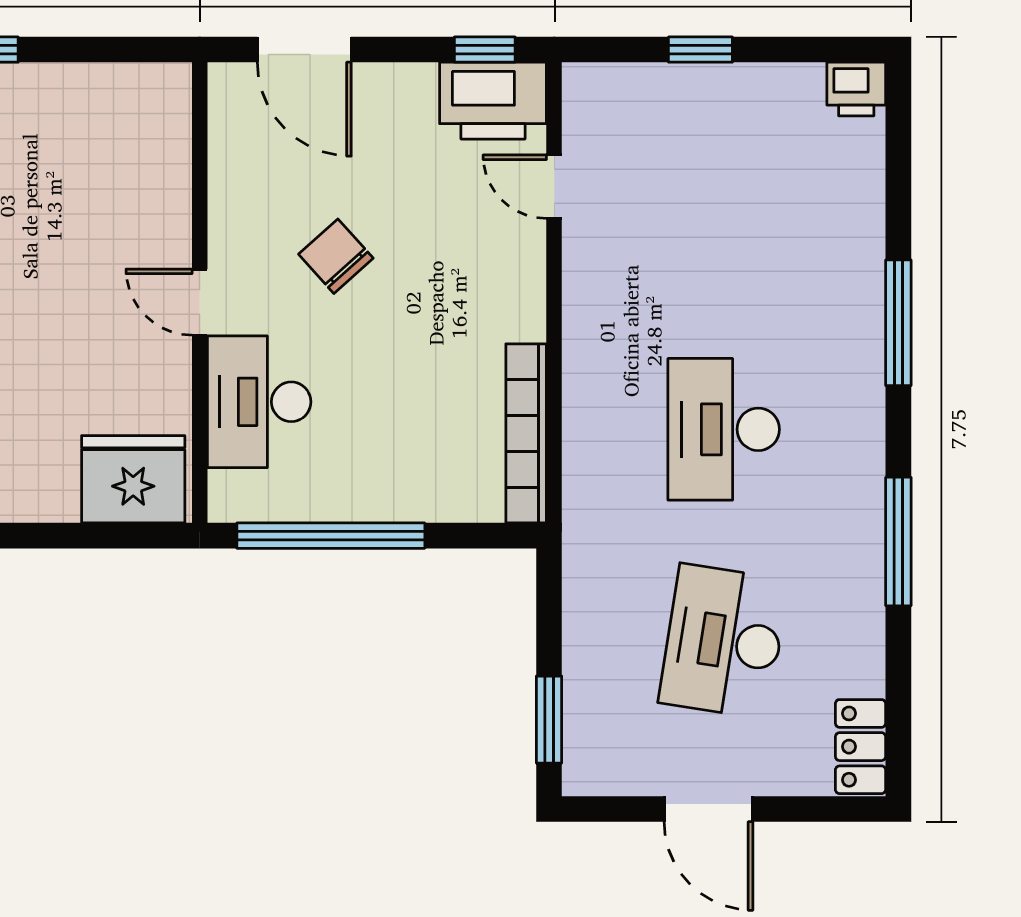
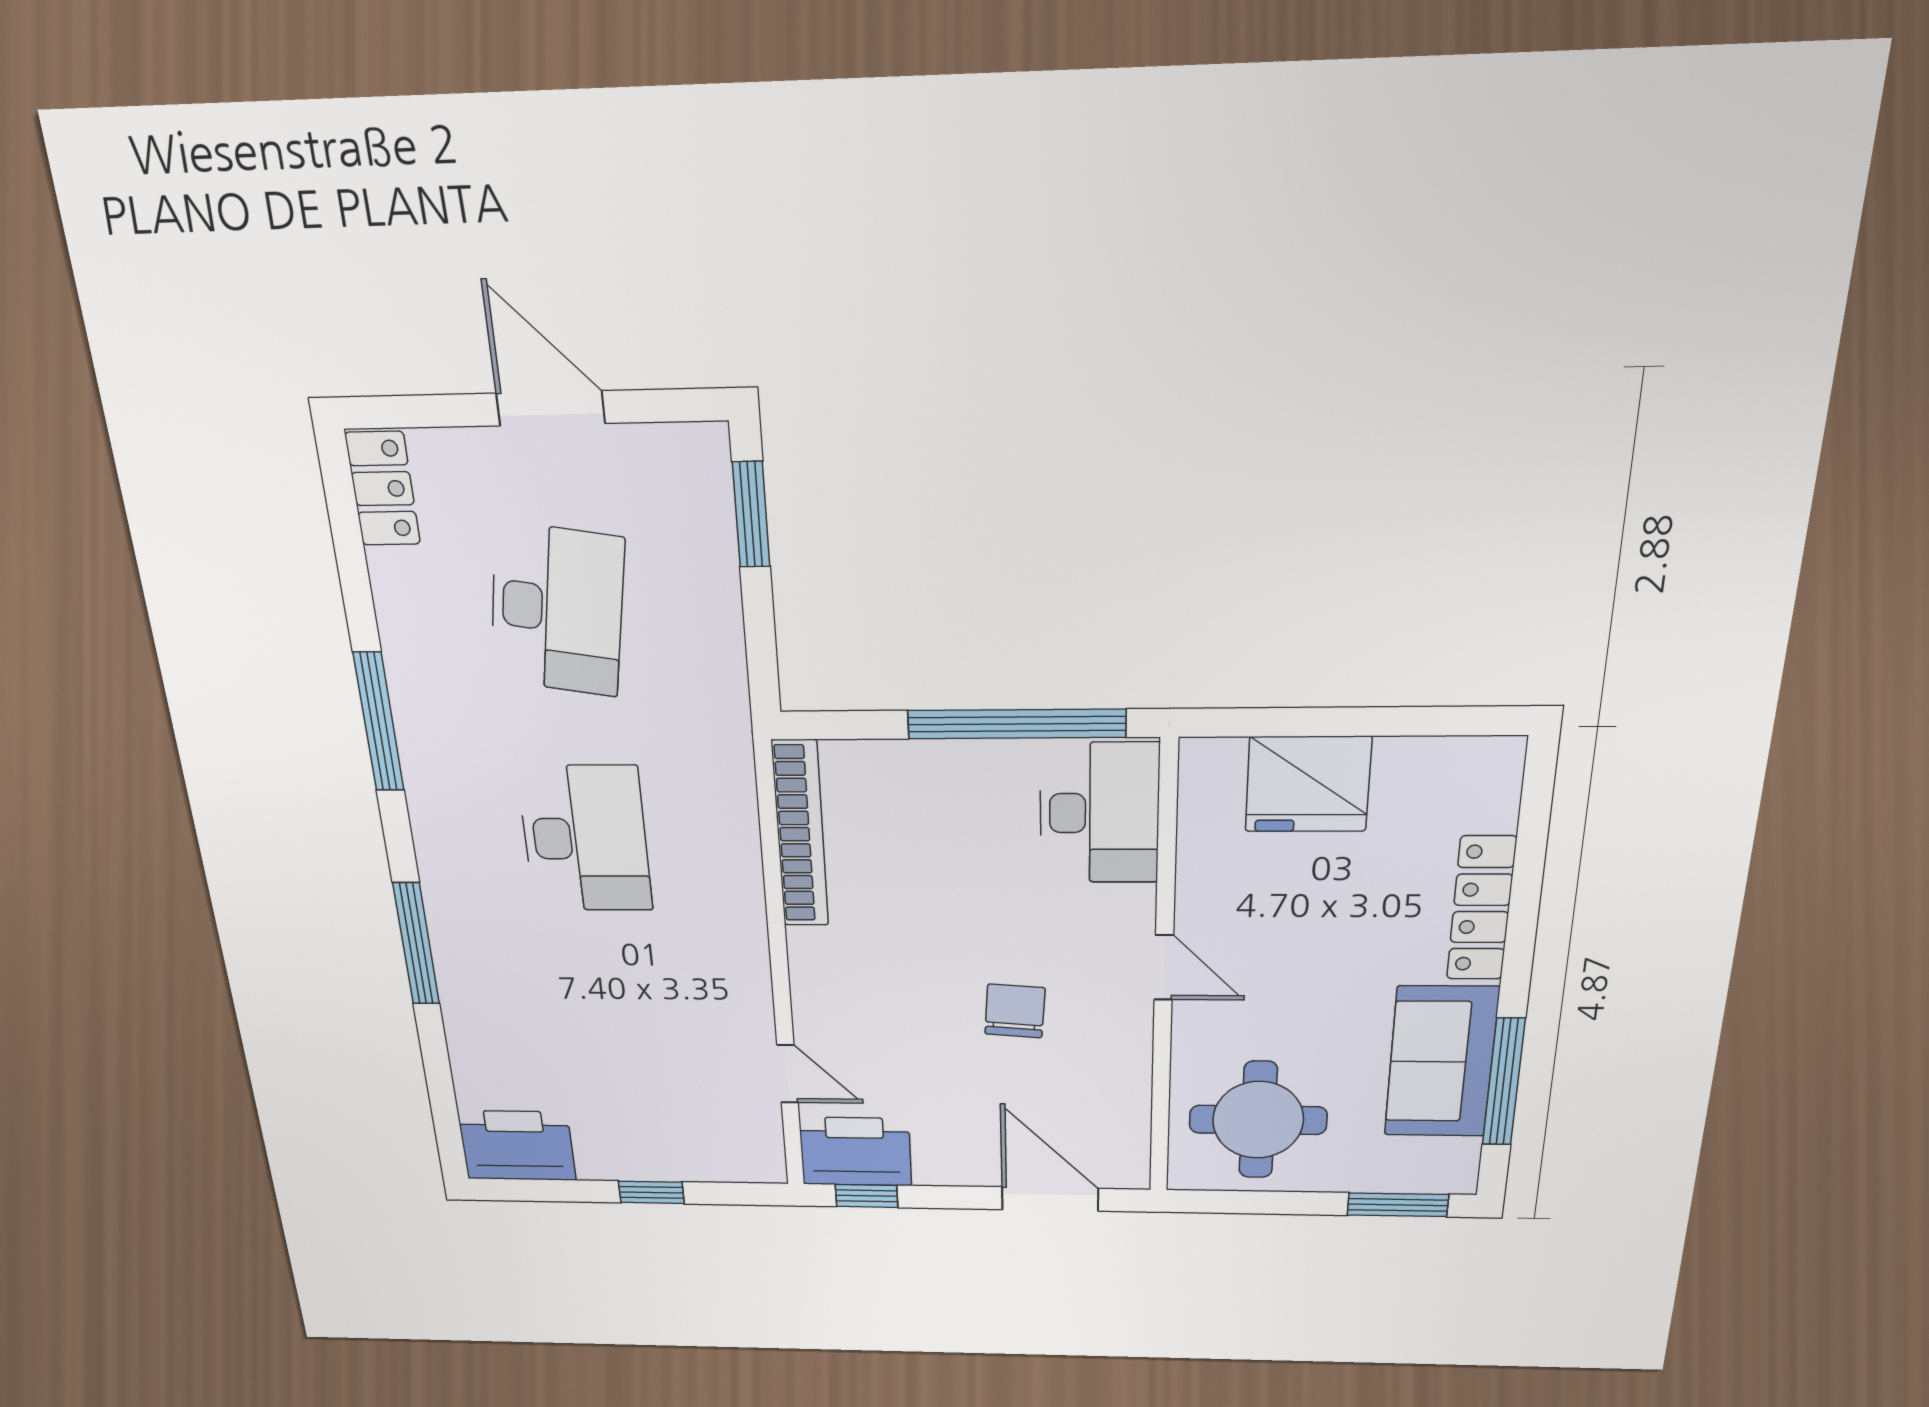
printer: (856, 89) -> (517, 1146), width x1.87, depth x1.48
round table: (108, 142) -> (1258, 1120), added
chair: (336, 256) -> (1015, 1011), turned -134
desk: (259, 402) -> (1099, 813), moved
fridge: (133, 479) -> (1308, 784), moved

